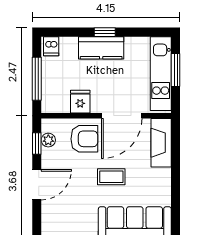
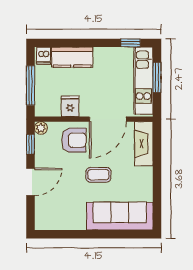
window: (105, 32) -> (131, 43), moved
kitchen counter: (101, 48) -> (72, 57), moved
plant: (48, 140) -> (41, 128), moved

